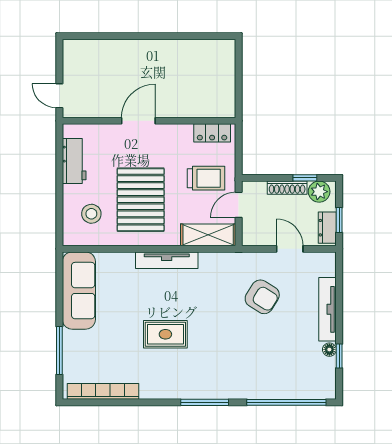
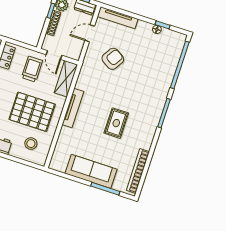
sofa: (79, 291) -> (91, 171), moved
tv unit: (327, 309) -> (118, 18), moved

